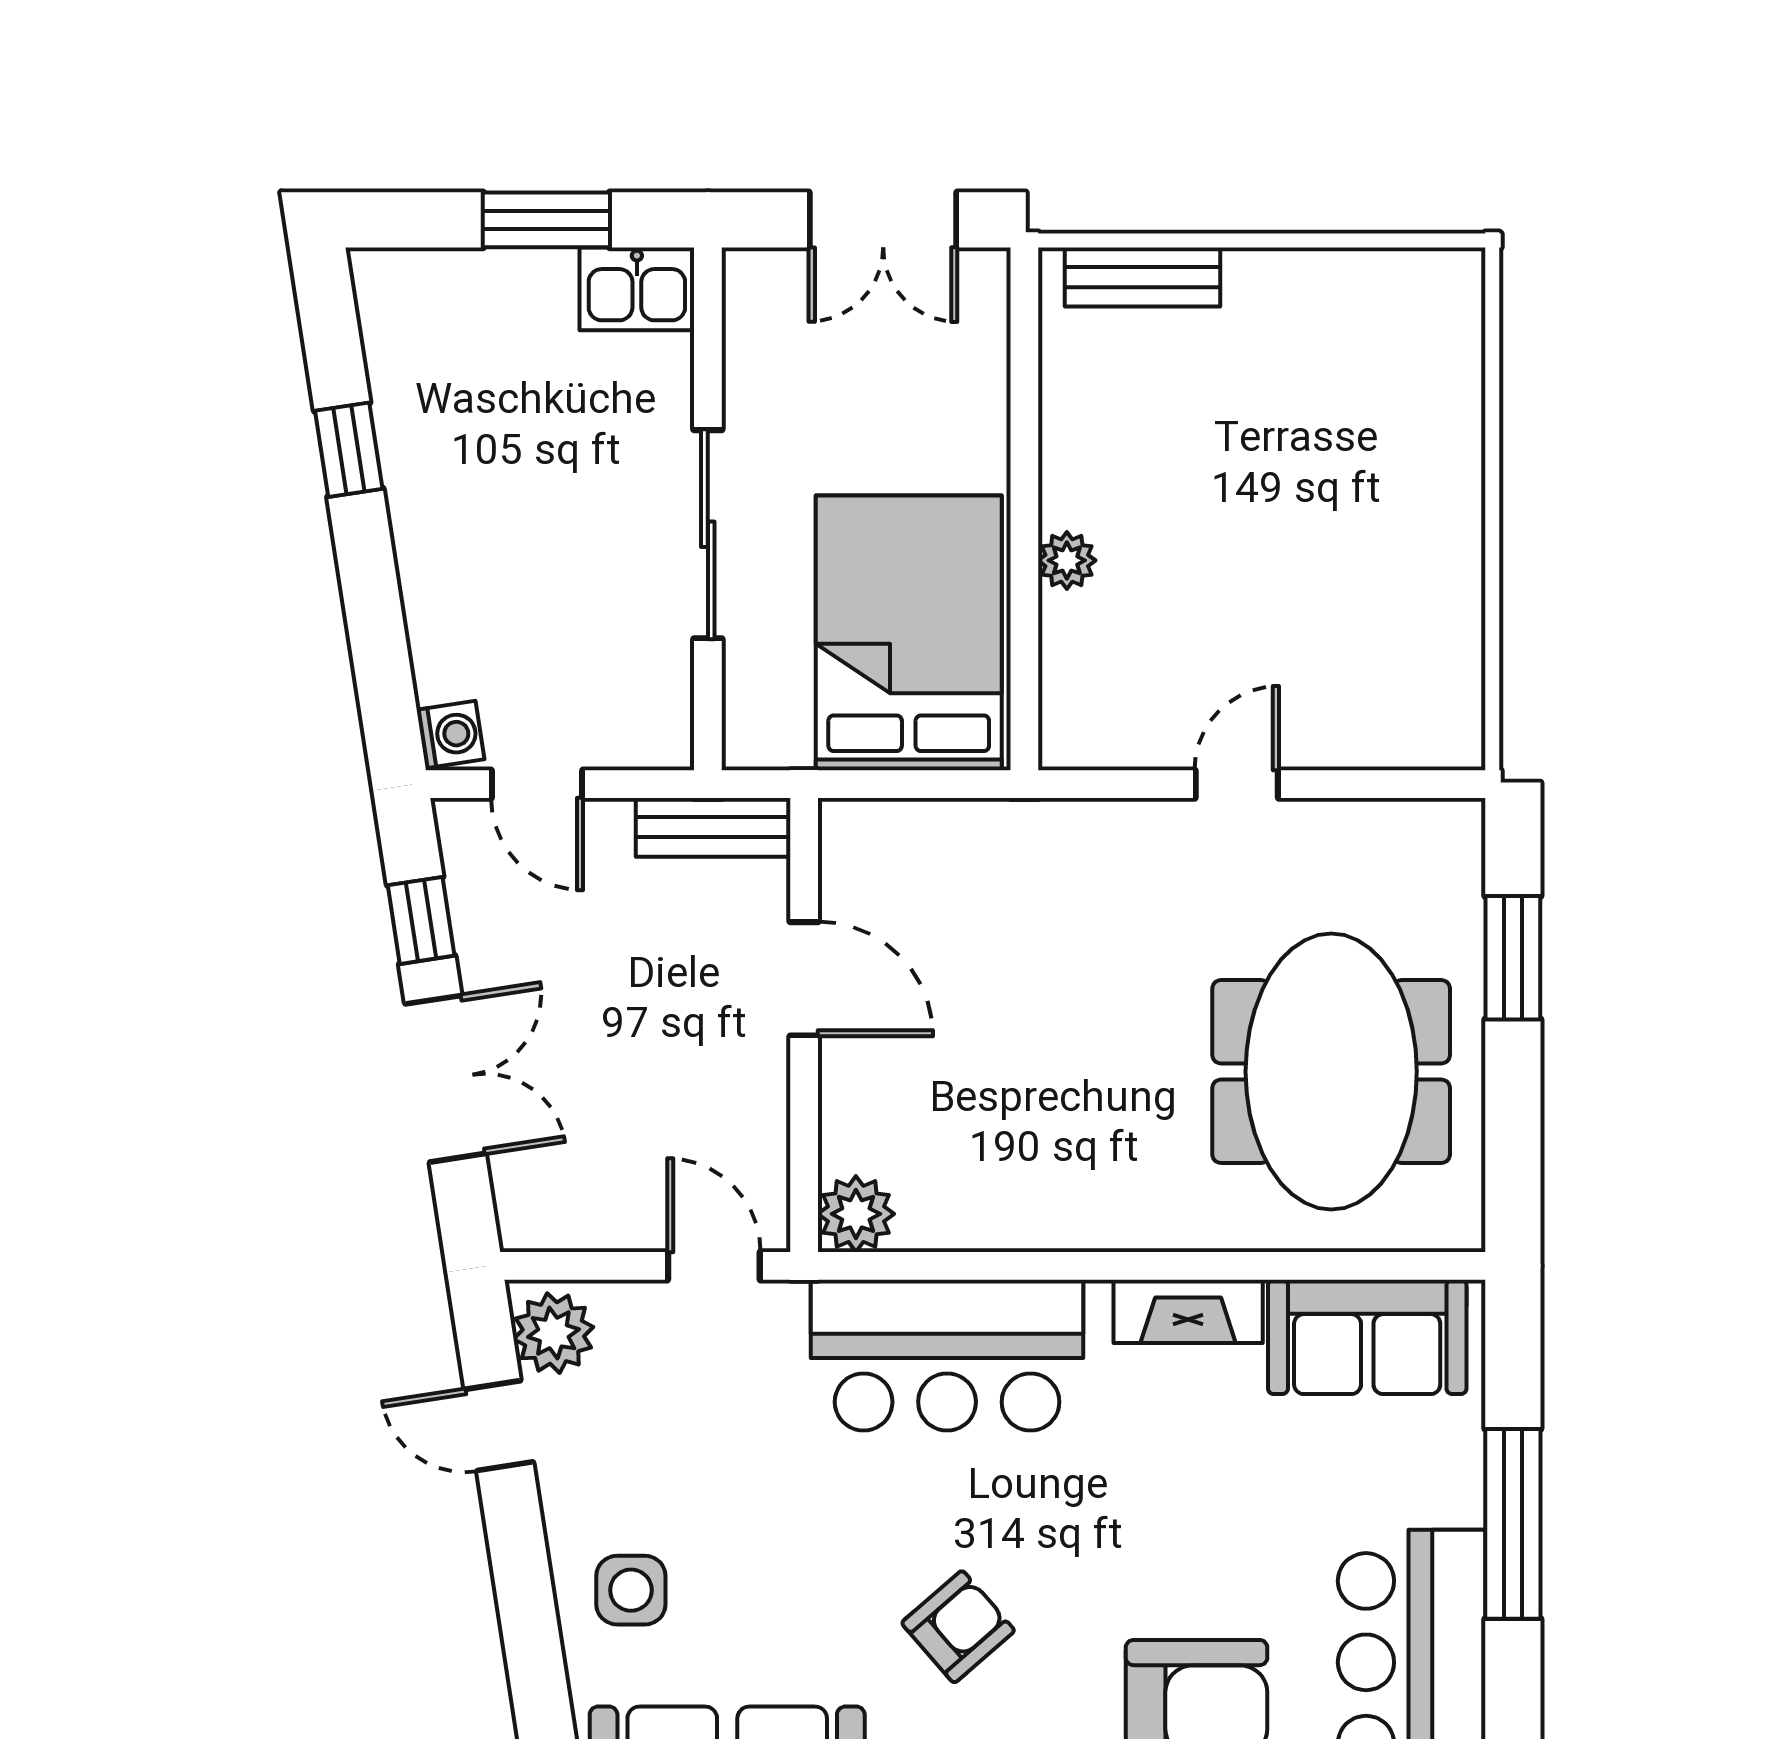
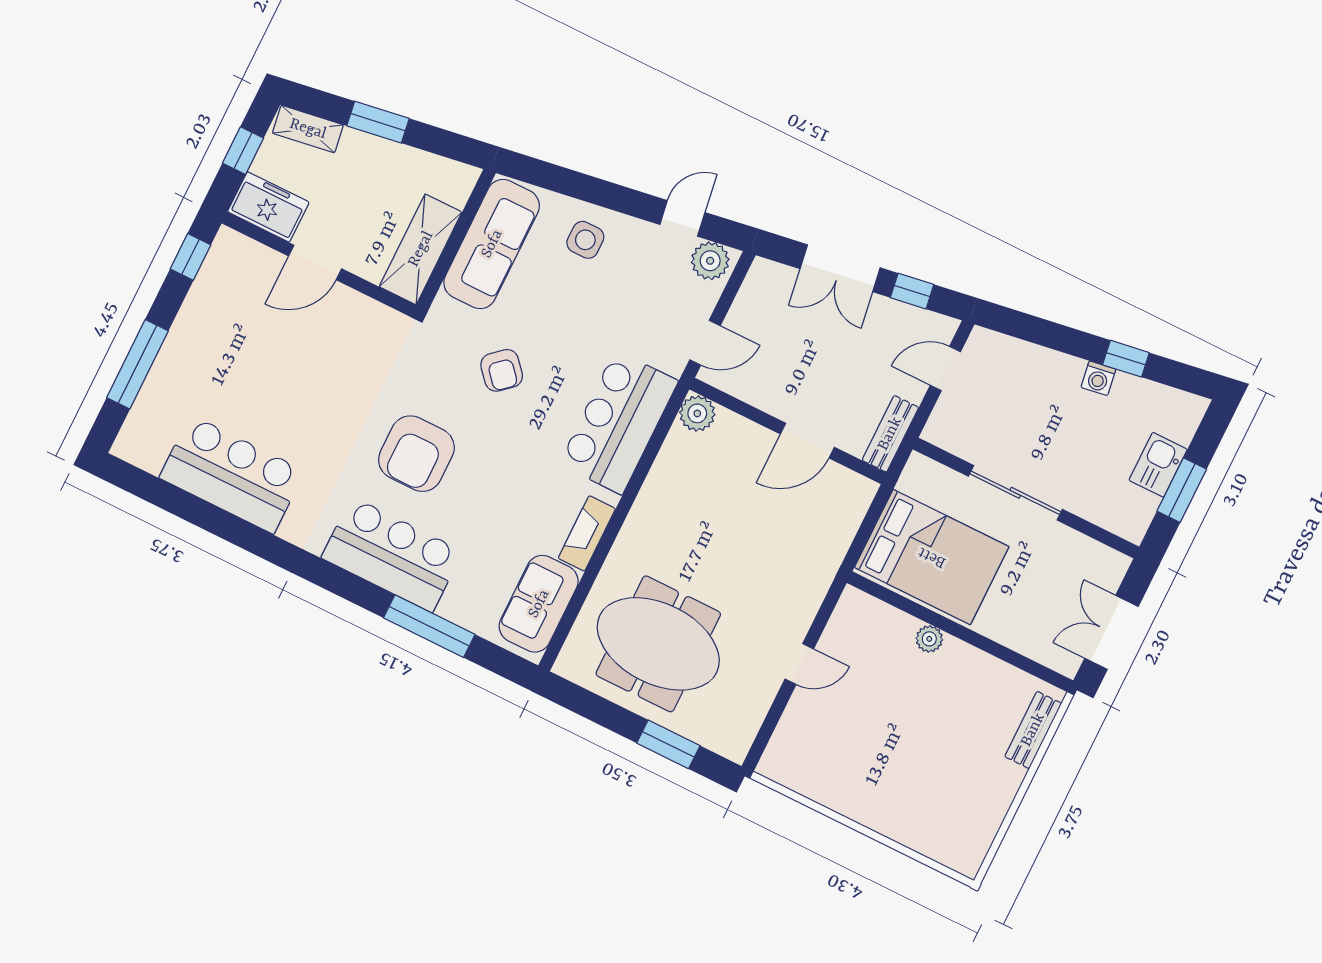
kitchen sink: (637, 289) -> (1158, 465), moved
washing machine: (450, 735) -> (1098, 378), moved
door: (1237, 784) -> (799, 664), hinge flipped

